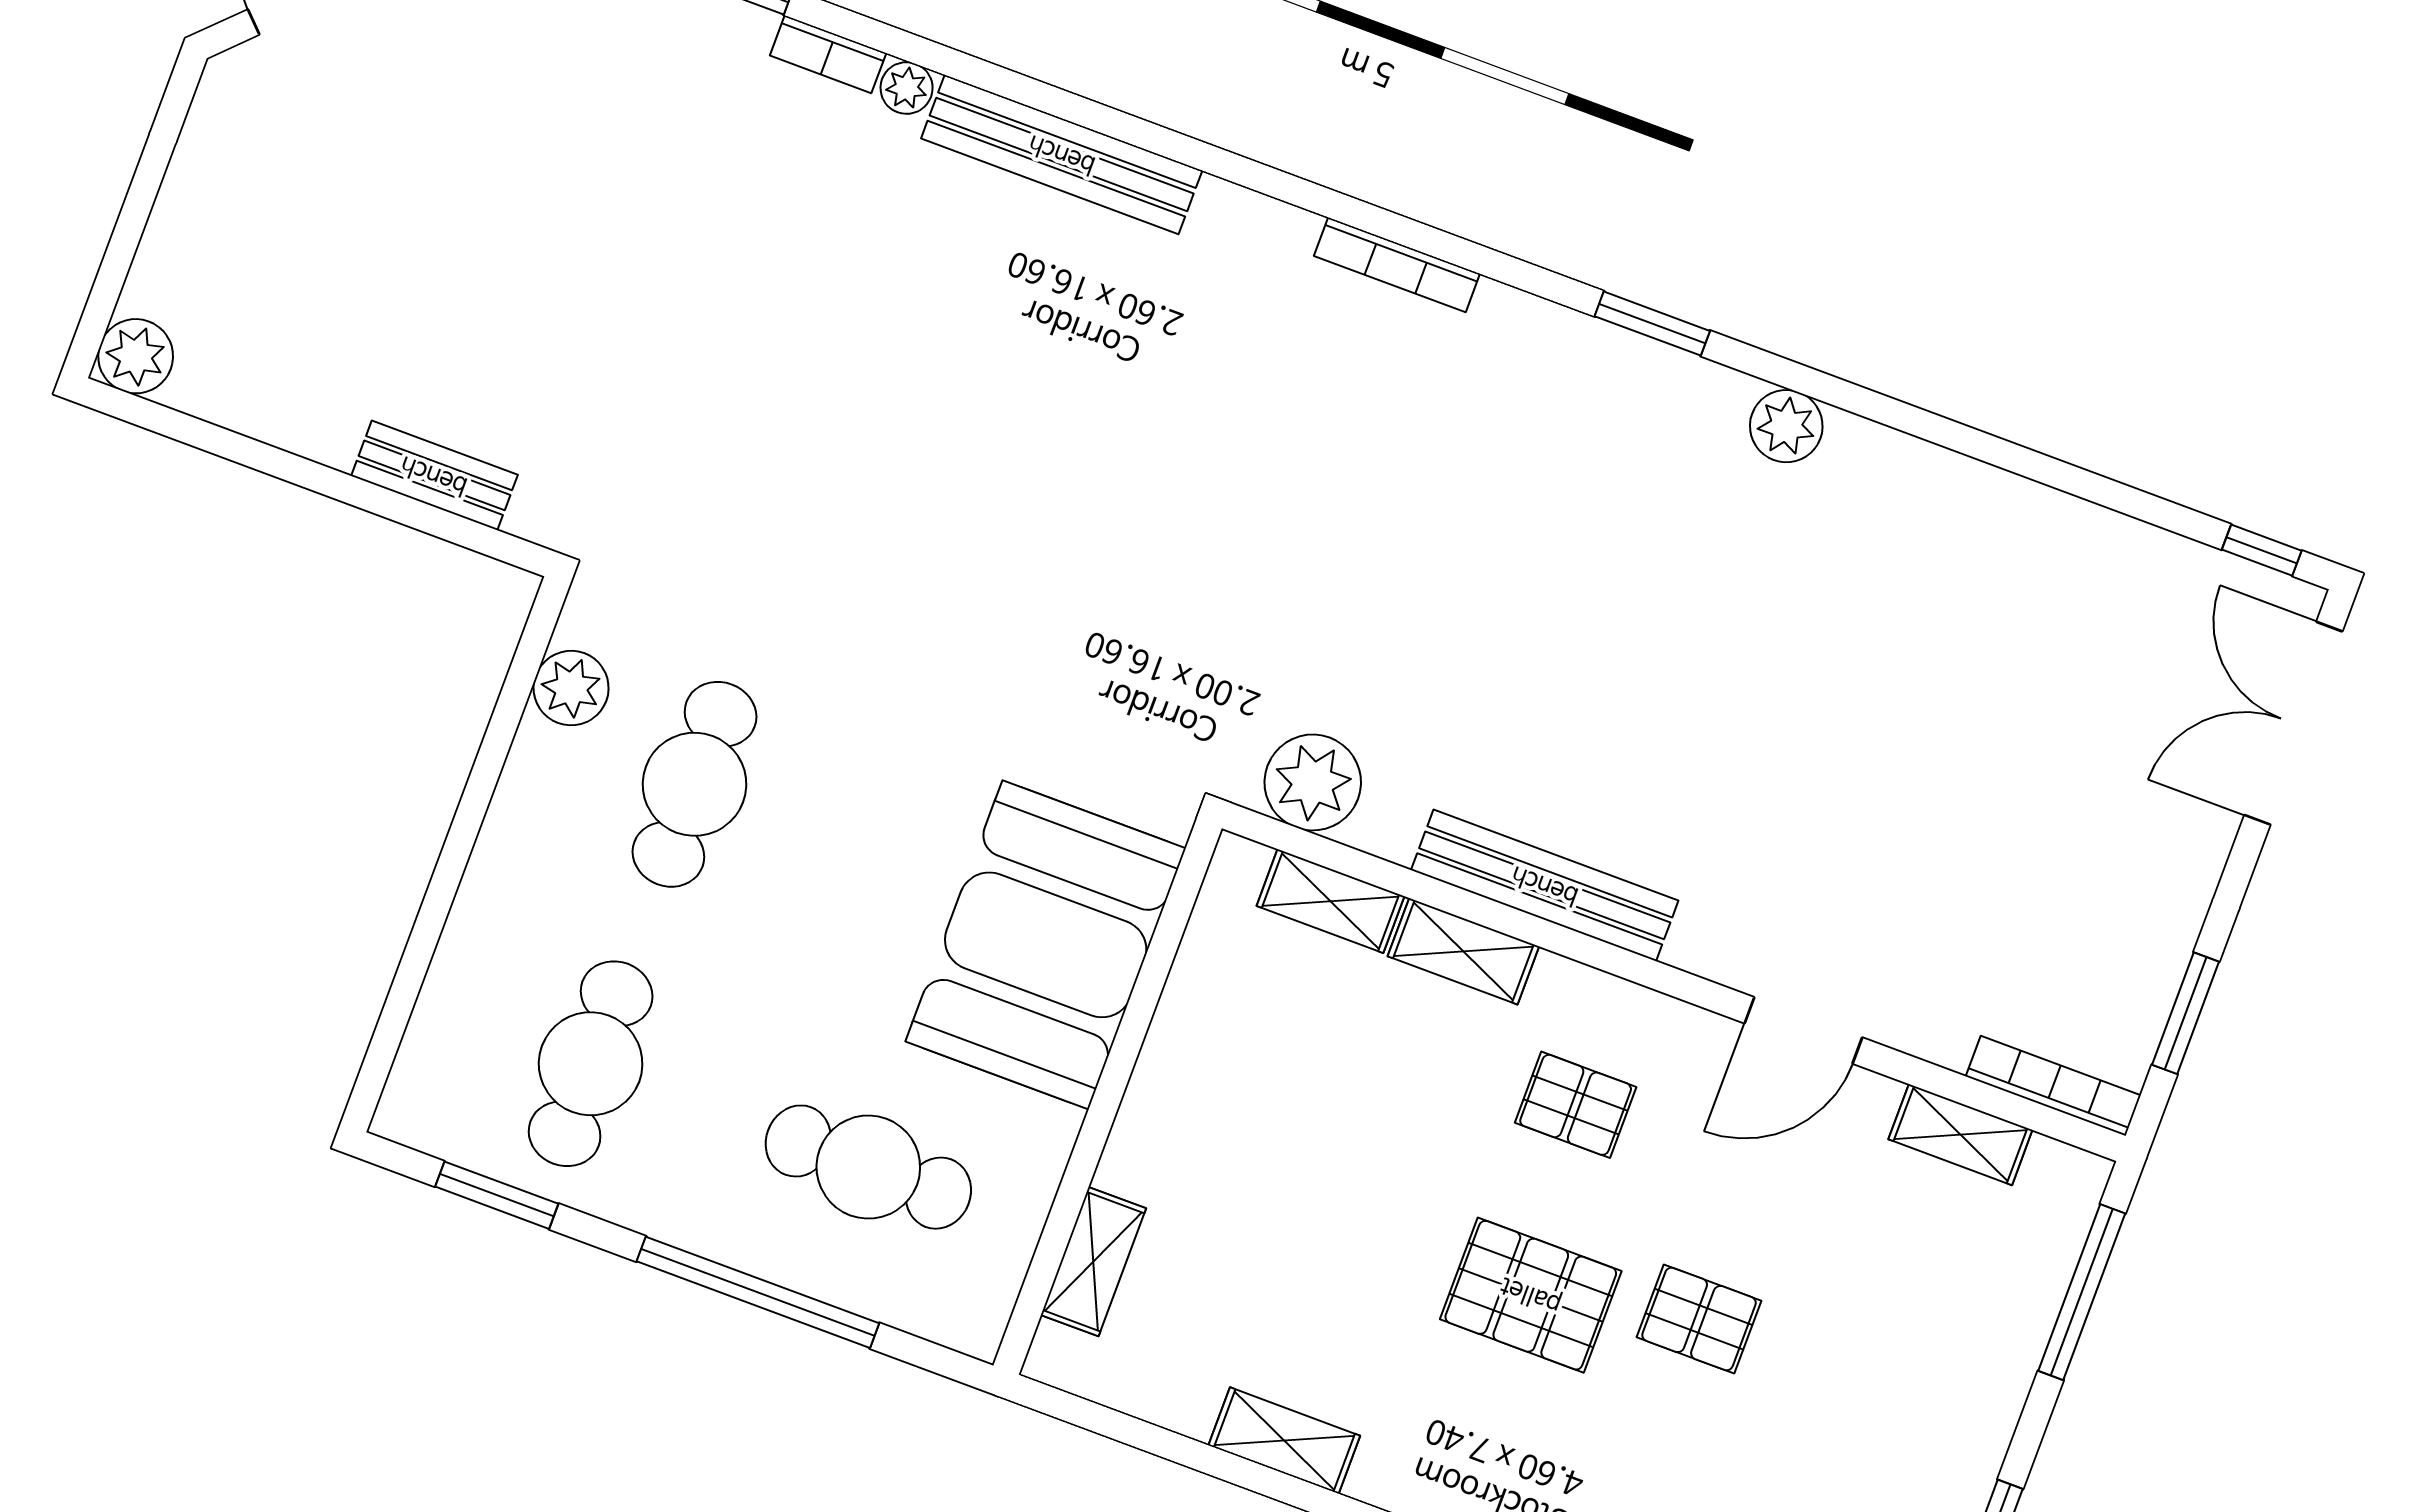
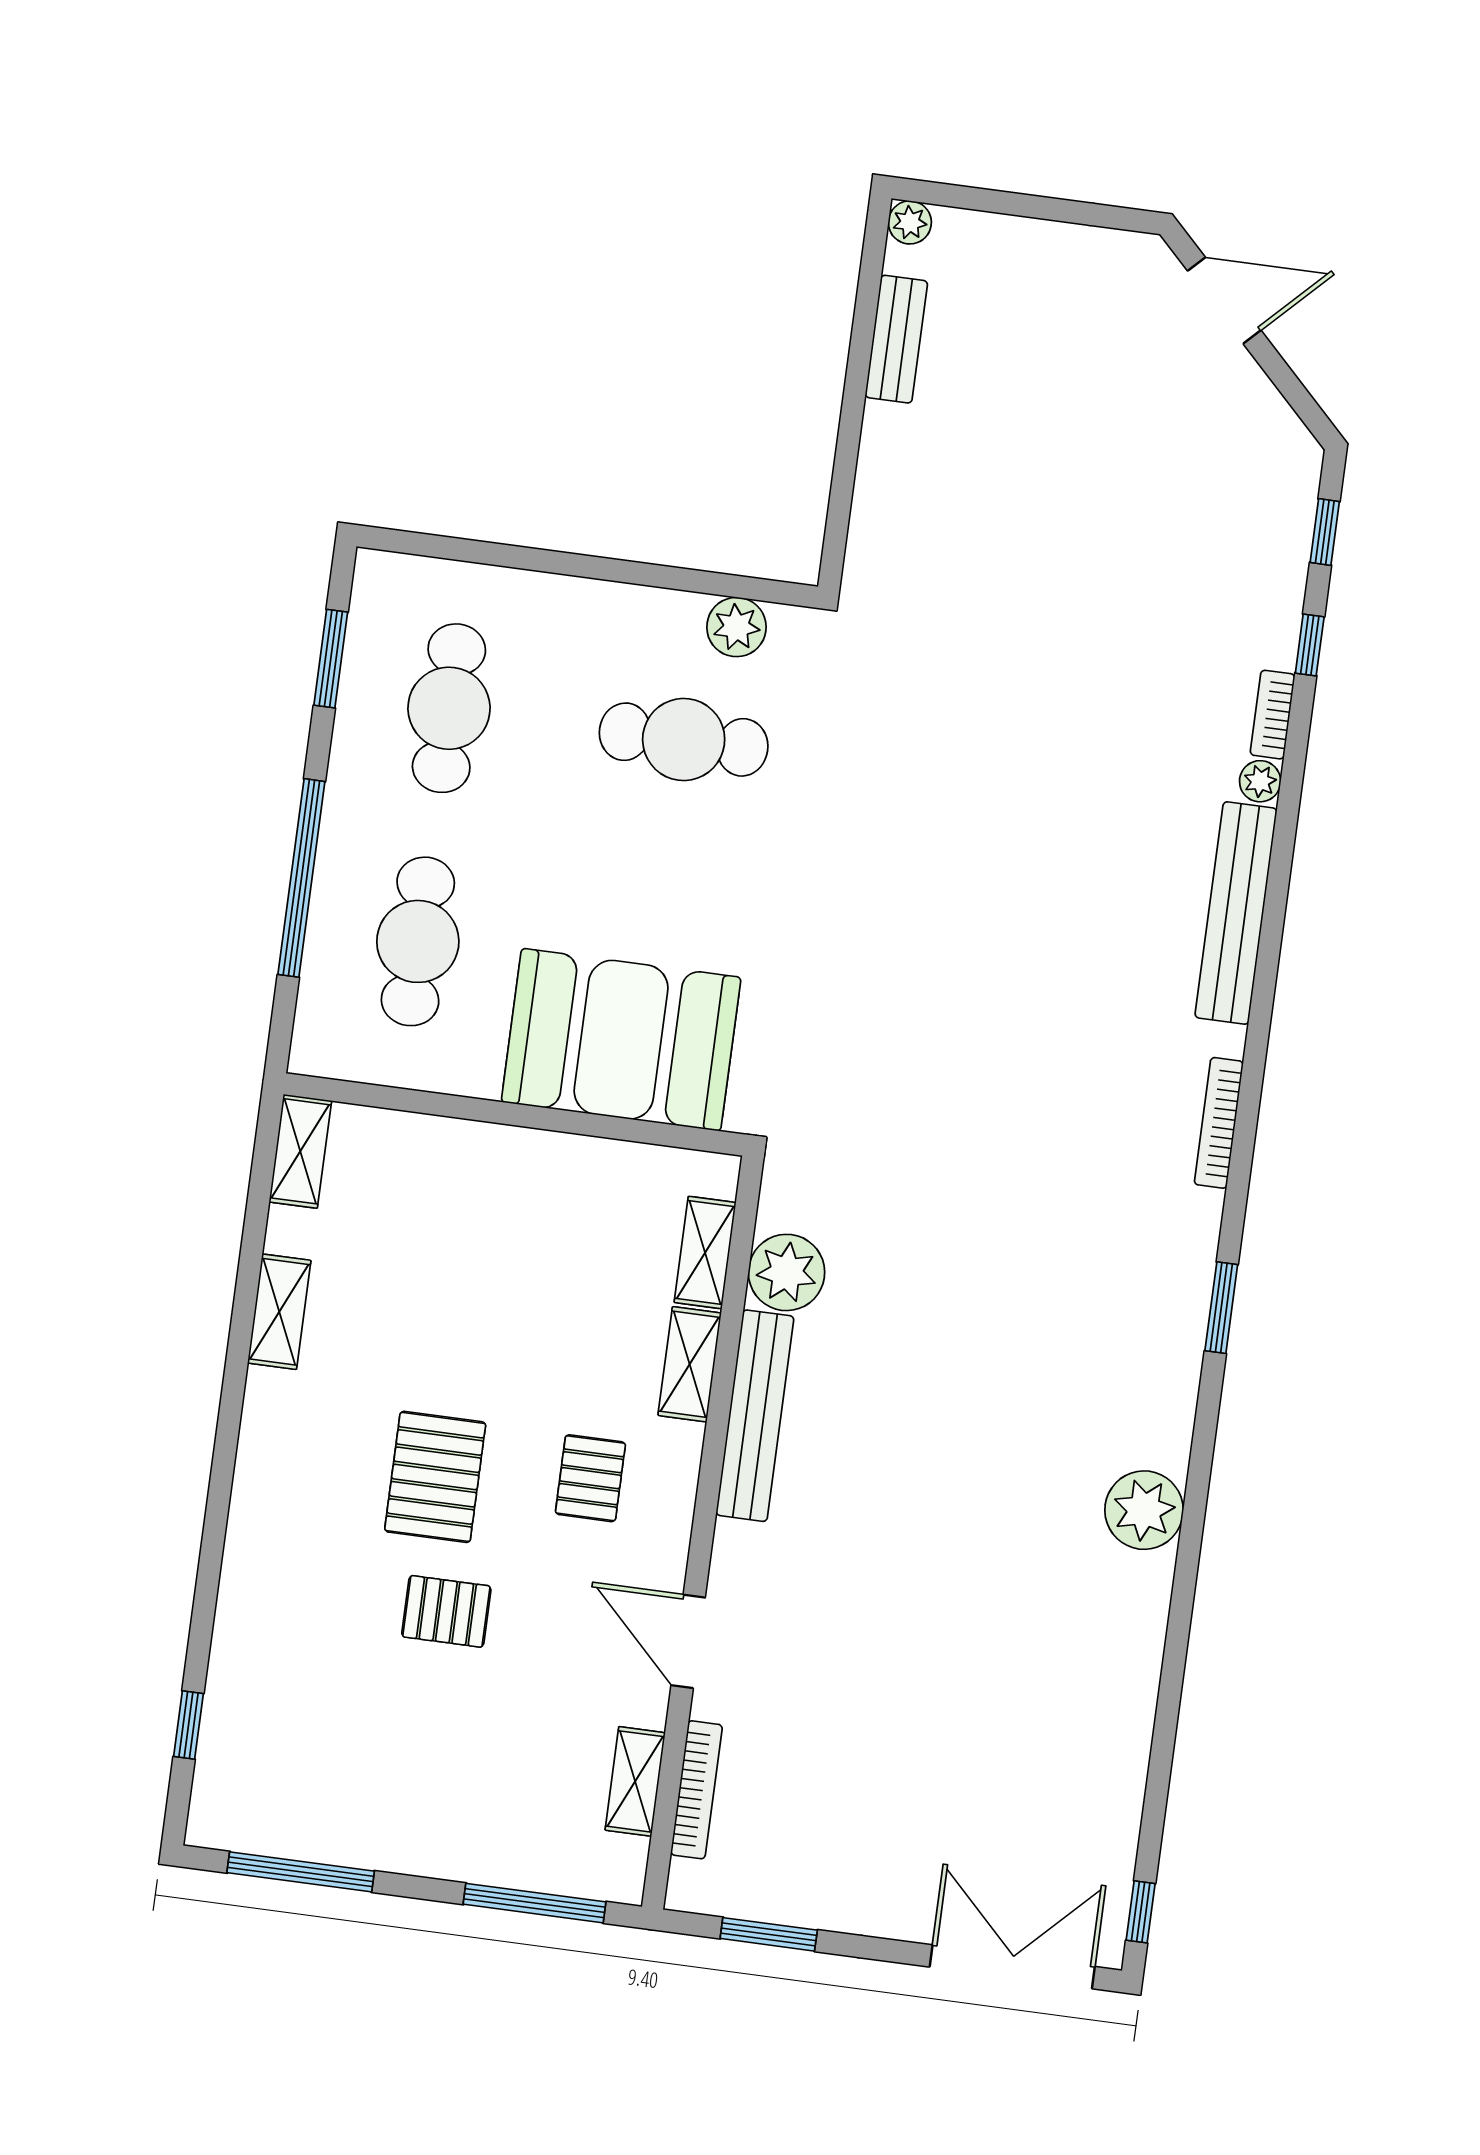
bookcase: (1397, 265) -> (1219, 1123), moved
window: (1652, 324) -> (1221, 1308), moved
plant: (136, 356) -> (910, 222), width x0.73, depth x0.73
plant: (1786, 426) -> (1144, 1510), width x1.36, depth x1.36
bench: (434, 475) -> (896, 339), moved
plant: (1313, 782) -> (787, 1272), moved
cafe table: (591, 1064) -> (449, 708), turned 90
bookcase: (2053, 1086) -> (696, 1790), moved
shelving: (1093, 1262) -> (300, 1151), moved, turned 90
pallet: (1699, 1319) -> (446, 1611), turned 90

